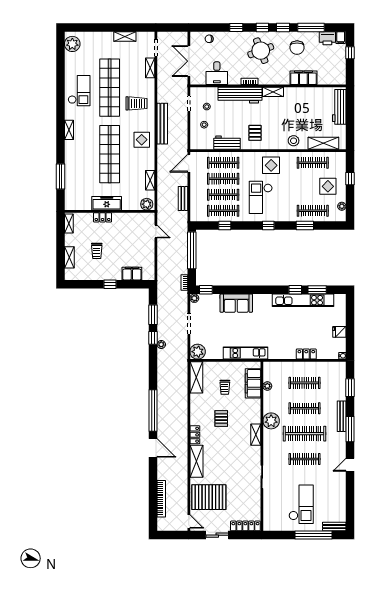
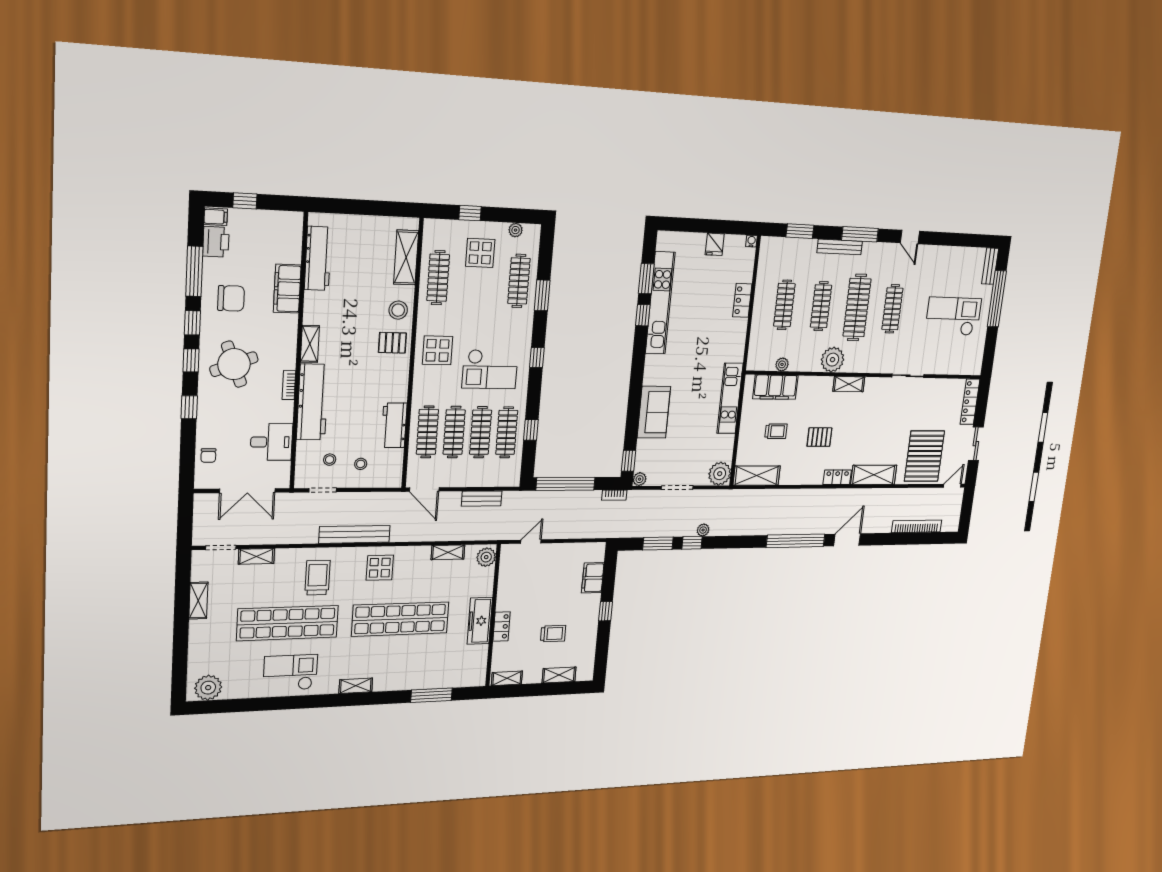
workbench: (339, 107) -> (318, 258), moved, turned -90
pallet: (255, 133) -> (392, 343), moved

